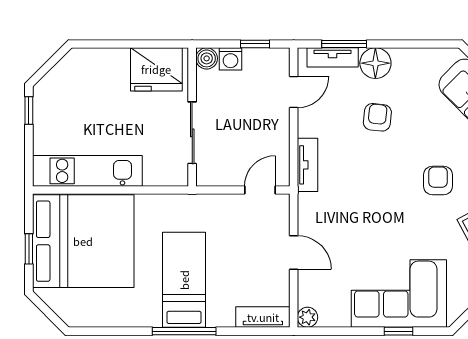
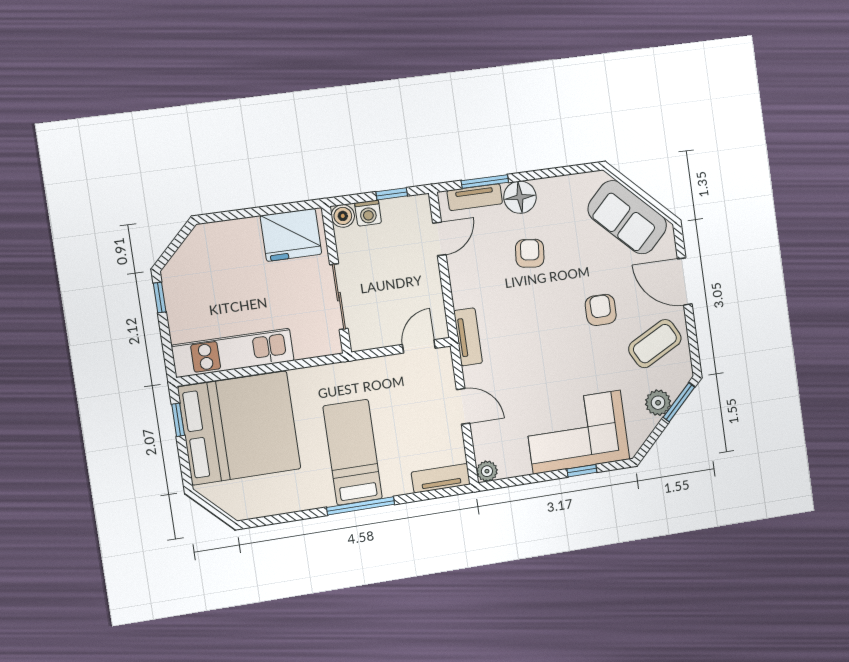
tv unit: (308, 165) -> (468, 337), moved
window: (29, 249) -> (178, 420), moved

